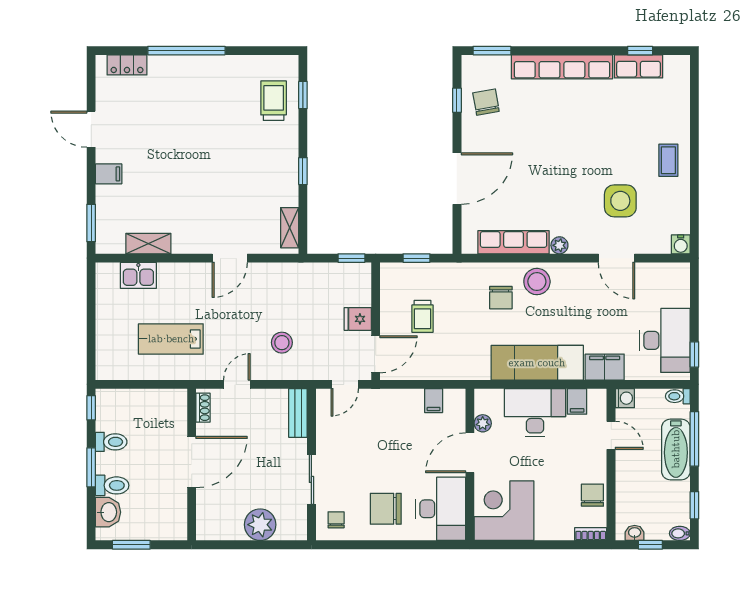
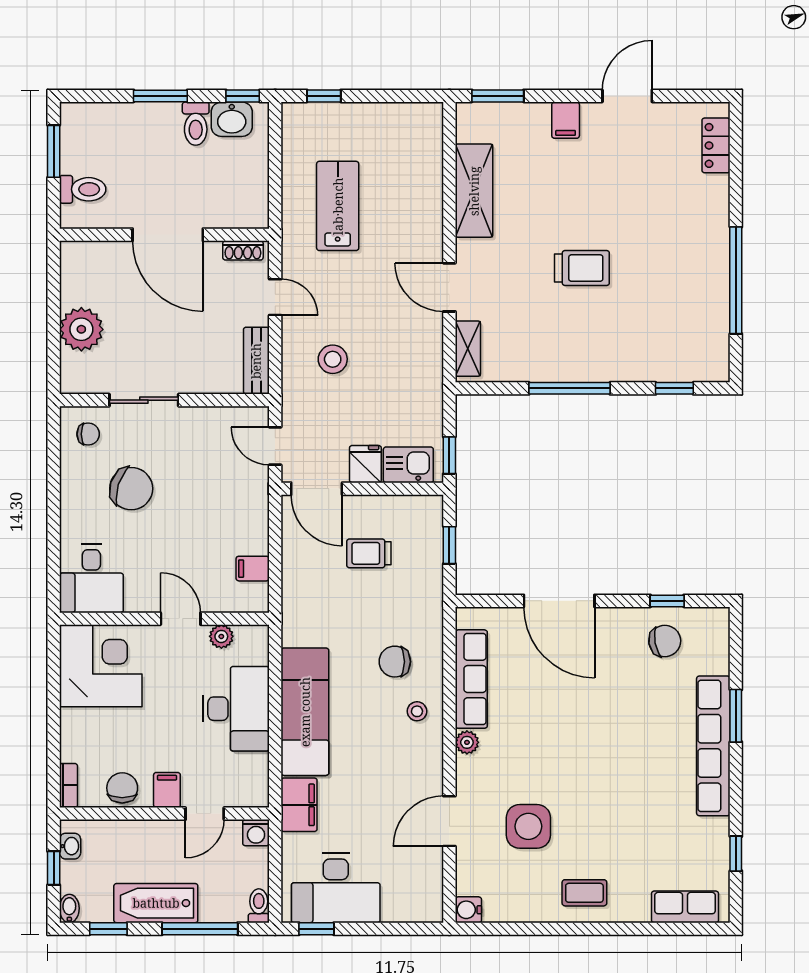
window: (186, 51) -> (736, 280), moved
window: (492, 51) -> (736, 716), moved
row of seats: (639, 66) -> (685, 907), moved, turned 90
trolley: (274, 101) -> (582, 268), moved
window: (303, 171) -> (569, 388), width x2.17
shelving: (290, 228) -> (468, 349), moved, turned 90
shelving: (148, 244) -> (474, 191), width x1.50, depth x1.33
kitchen sink: (138, 275) -> (408, 465), moved, turned 90
stool: (537, 282) -> (417, 711), width x0.53, depth x0.53
window: (91, 349) -> (324, 96), added
filing cabinet: (577, 401) -> (167, 790), moved, turned 90
bench: (298, 413) -> (256, 361), moved, turned 90
bathtub: (676, 449) -> (156, 903), moved
door: (470, 453) -> (181, 619), width x0.73
toilet: (112, 485) -> (83, 189), moved, turned -90
chair: (592, 495) -> (122, 788), turned -90
chair: (386, 509) -> (131, 489), moved, turned 108
desk: (441, 509) -> (91, 578), width x0.73
washbasin: (108, 512) -> (232, 119), moved

